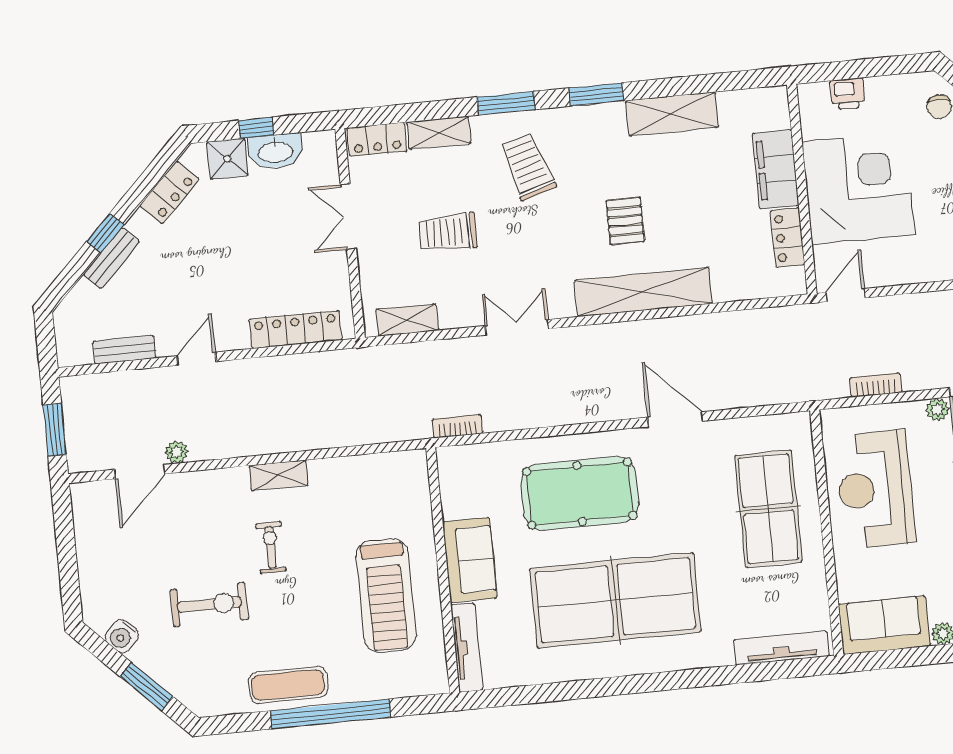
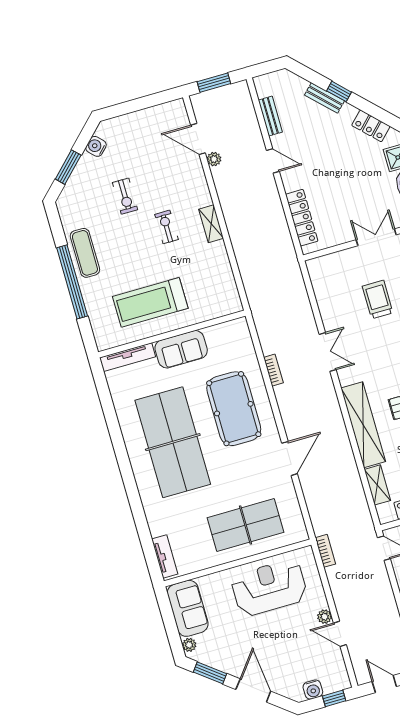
shelving: (407, 320) -> (377, 485), moved
bookcase: (876, 385) -> (325, 551), moved
bookcase: (457, 426) -> (273, 370), moved
exercise bike: (271, 547) -> (166, 227), turned -90
exercise bike: (209, 605) -> (125, 196), width x0.73, depth x0.72
tv unit: (781, 648) -> (165, 557), width x0.71

